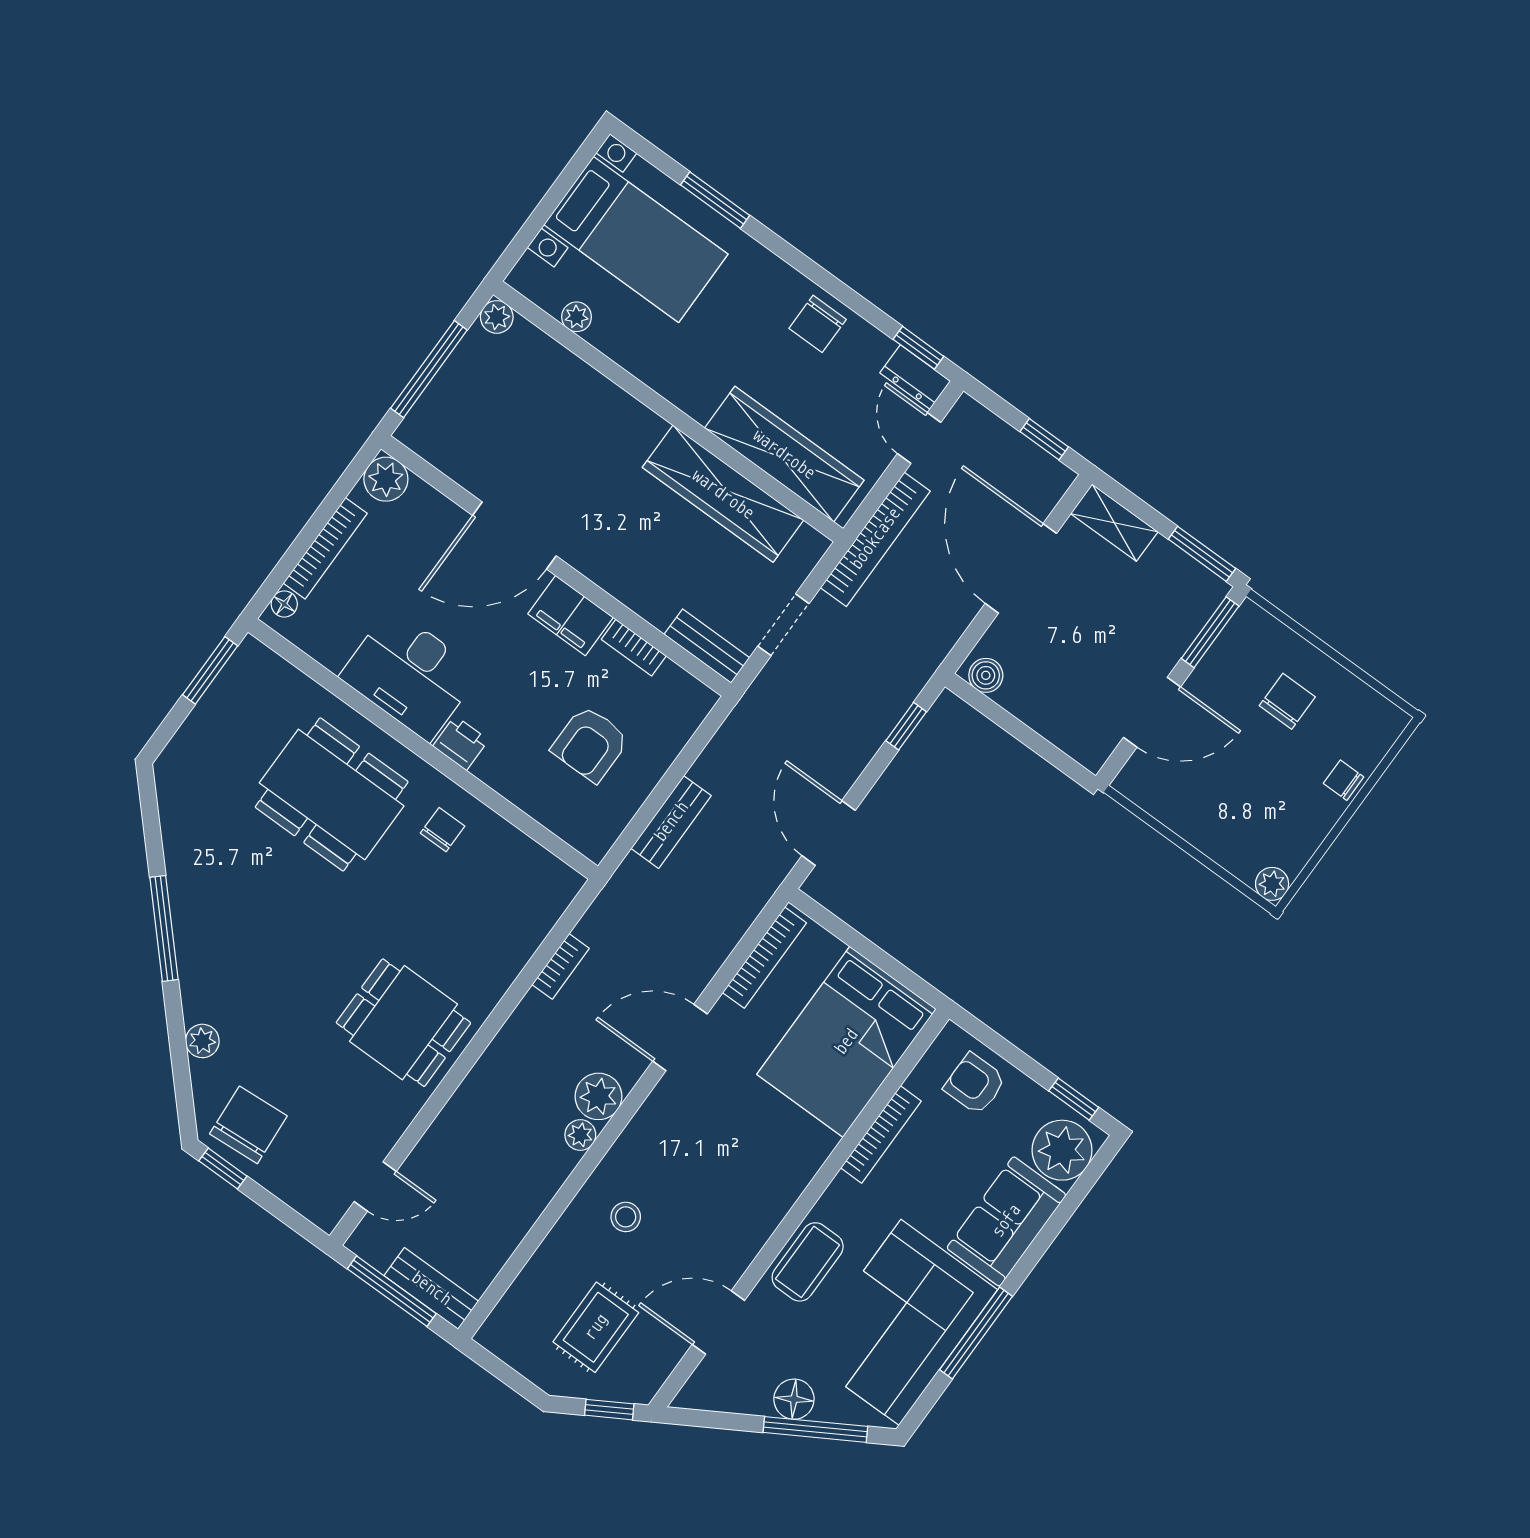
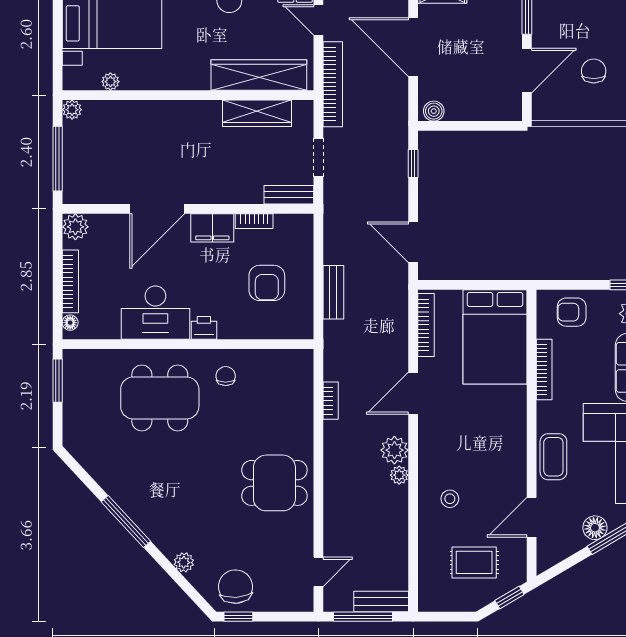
wardrobe: (723, 494) -> (257, 113), width x0.71, depth x0.85
chair: (1287, 701) -> (594, 71), moved
rug: (596, 1327) -> (474, 562), turned 90

